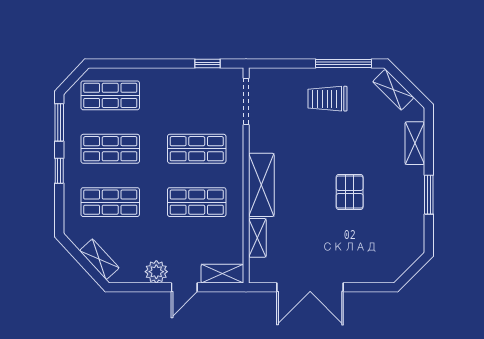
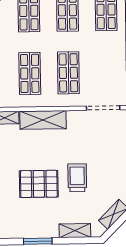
trolley: (328, 99) -> (77, 178), moved
pallet: (350, 192) -> (39, 184), width x1.50, depth x1.42

